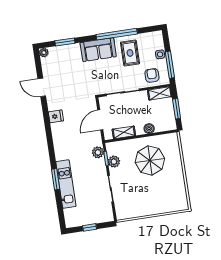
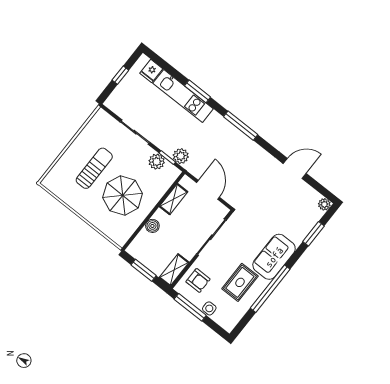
rug: (130, 53) -> (240, 282), turned 90
fridge: (56, 116) -> (151, 71), moved
window: (50, 138) -> (241, 126), added
sun lounger: (151, 190) -> (94, 168), added

